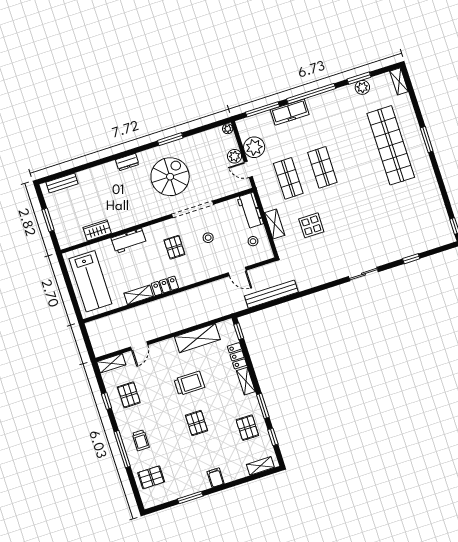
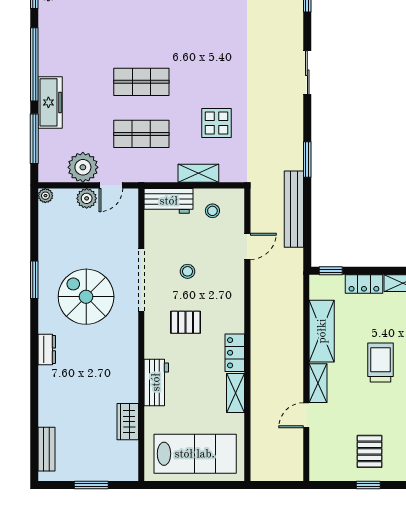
window: (307, 292) -> (307, 159), added
door: (139, 346) -> (306, 415), swing flipped
shelving: (111, 363) -> (318, 383), moved
pallet: (129, 395) -> (370, 451), turned 90

